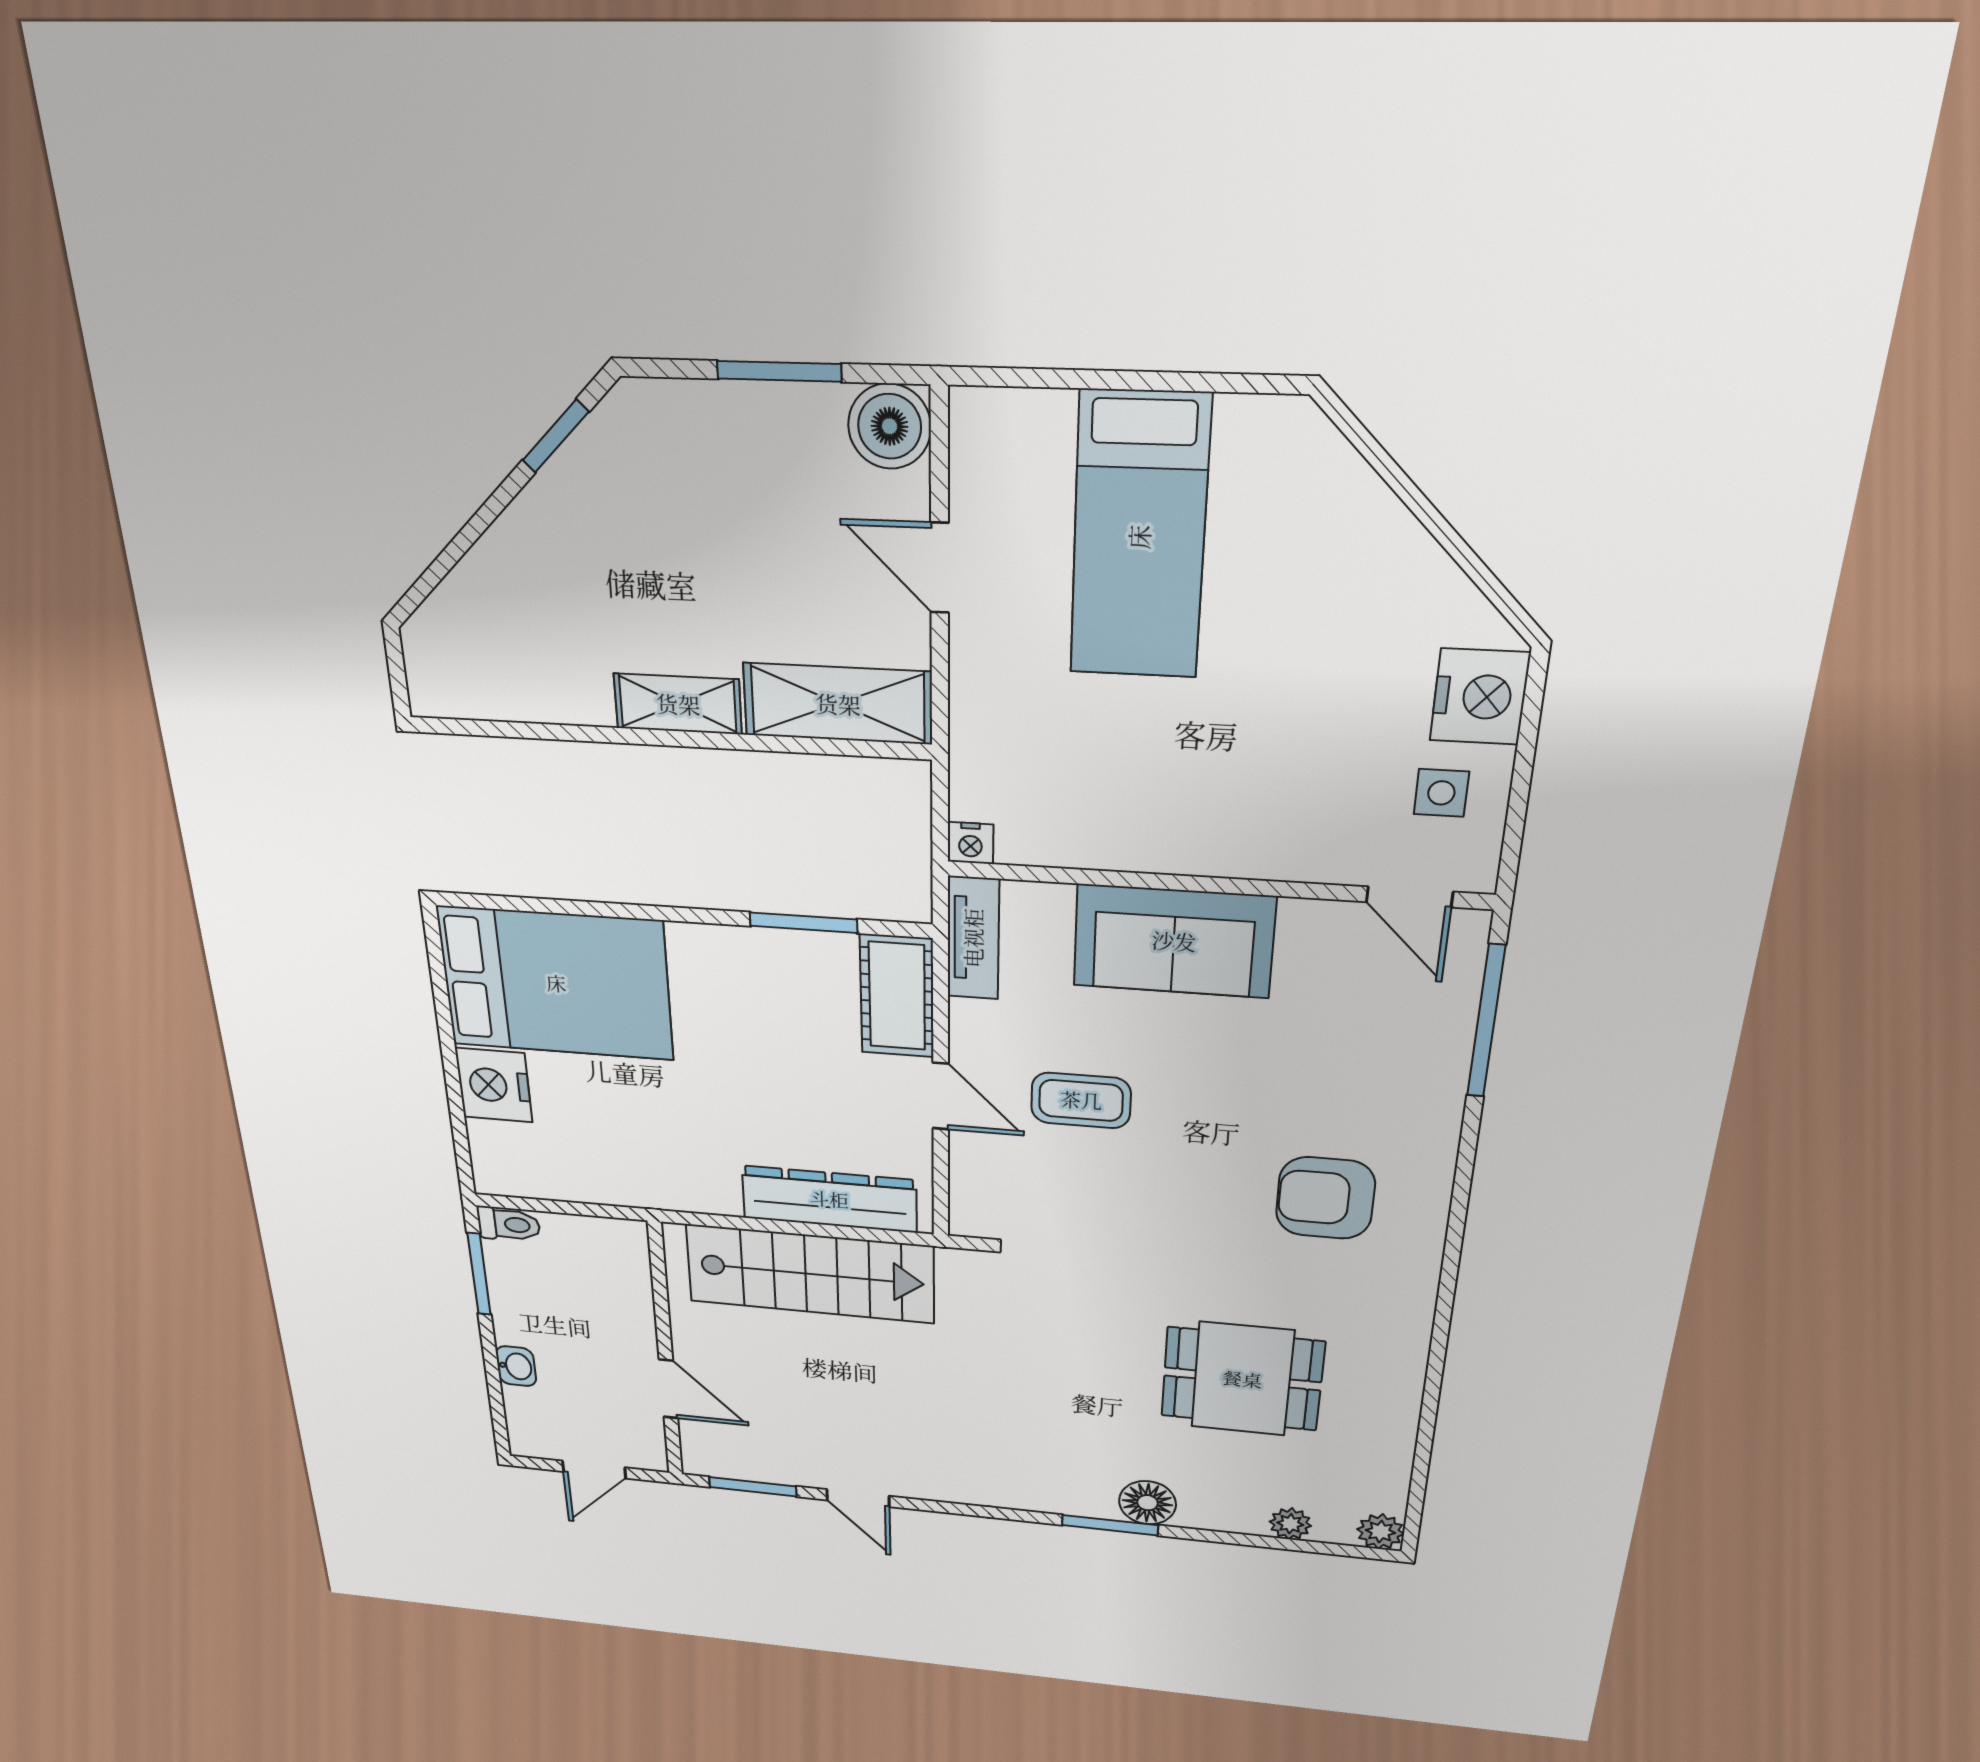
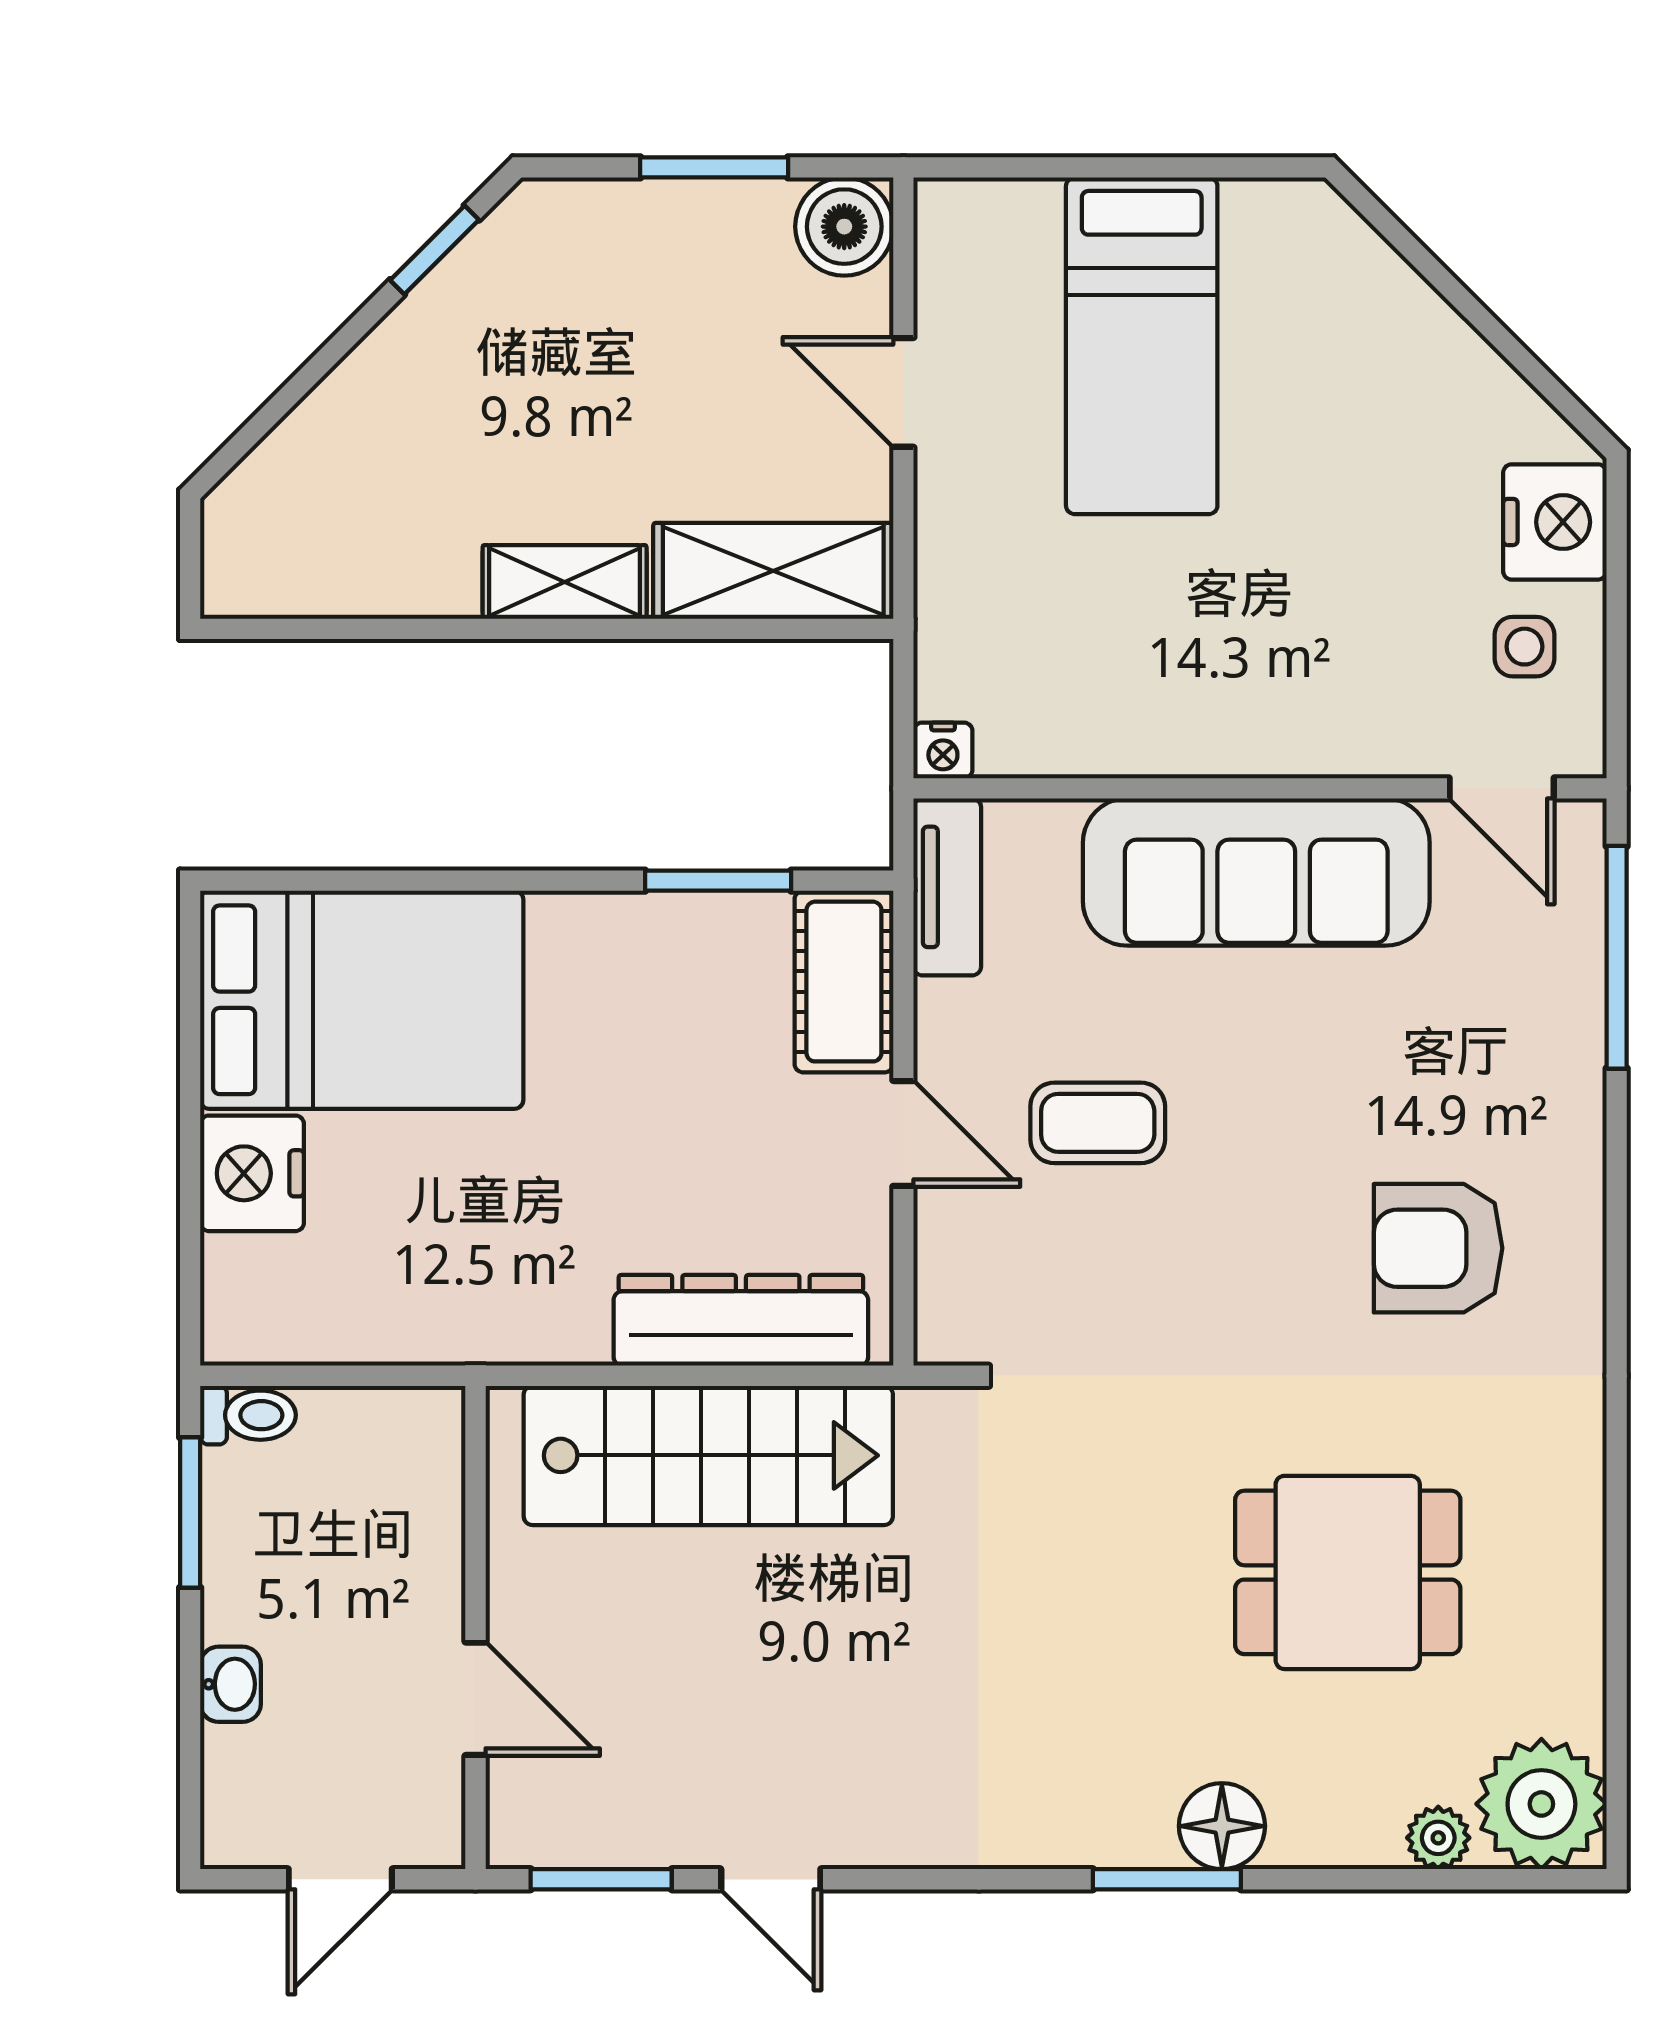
sofa: (1174, 941) -> (1256, 872), width x1.36
plant: (1380, 1532) -> (1541, 1804), width x1.87, depth x1.87

